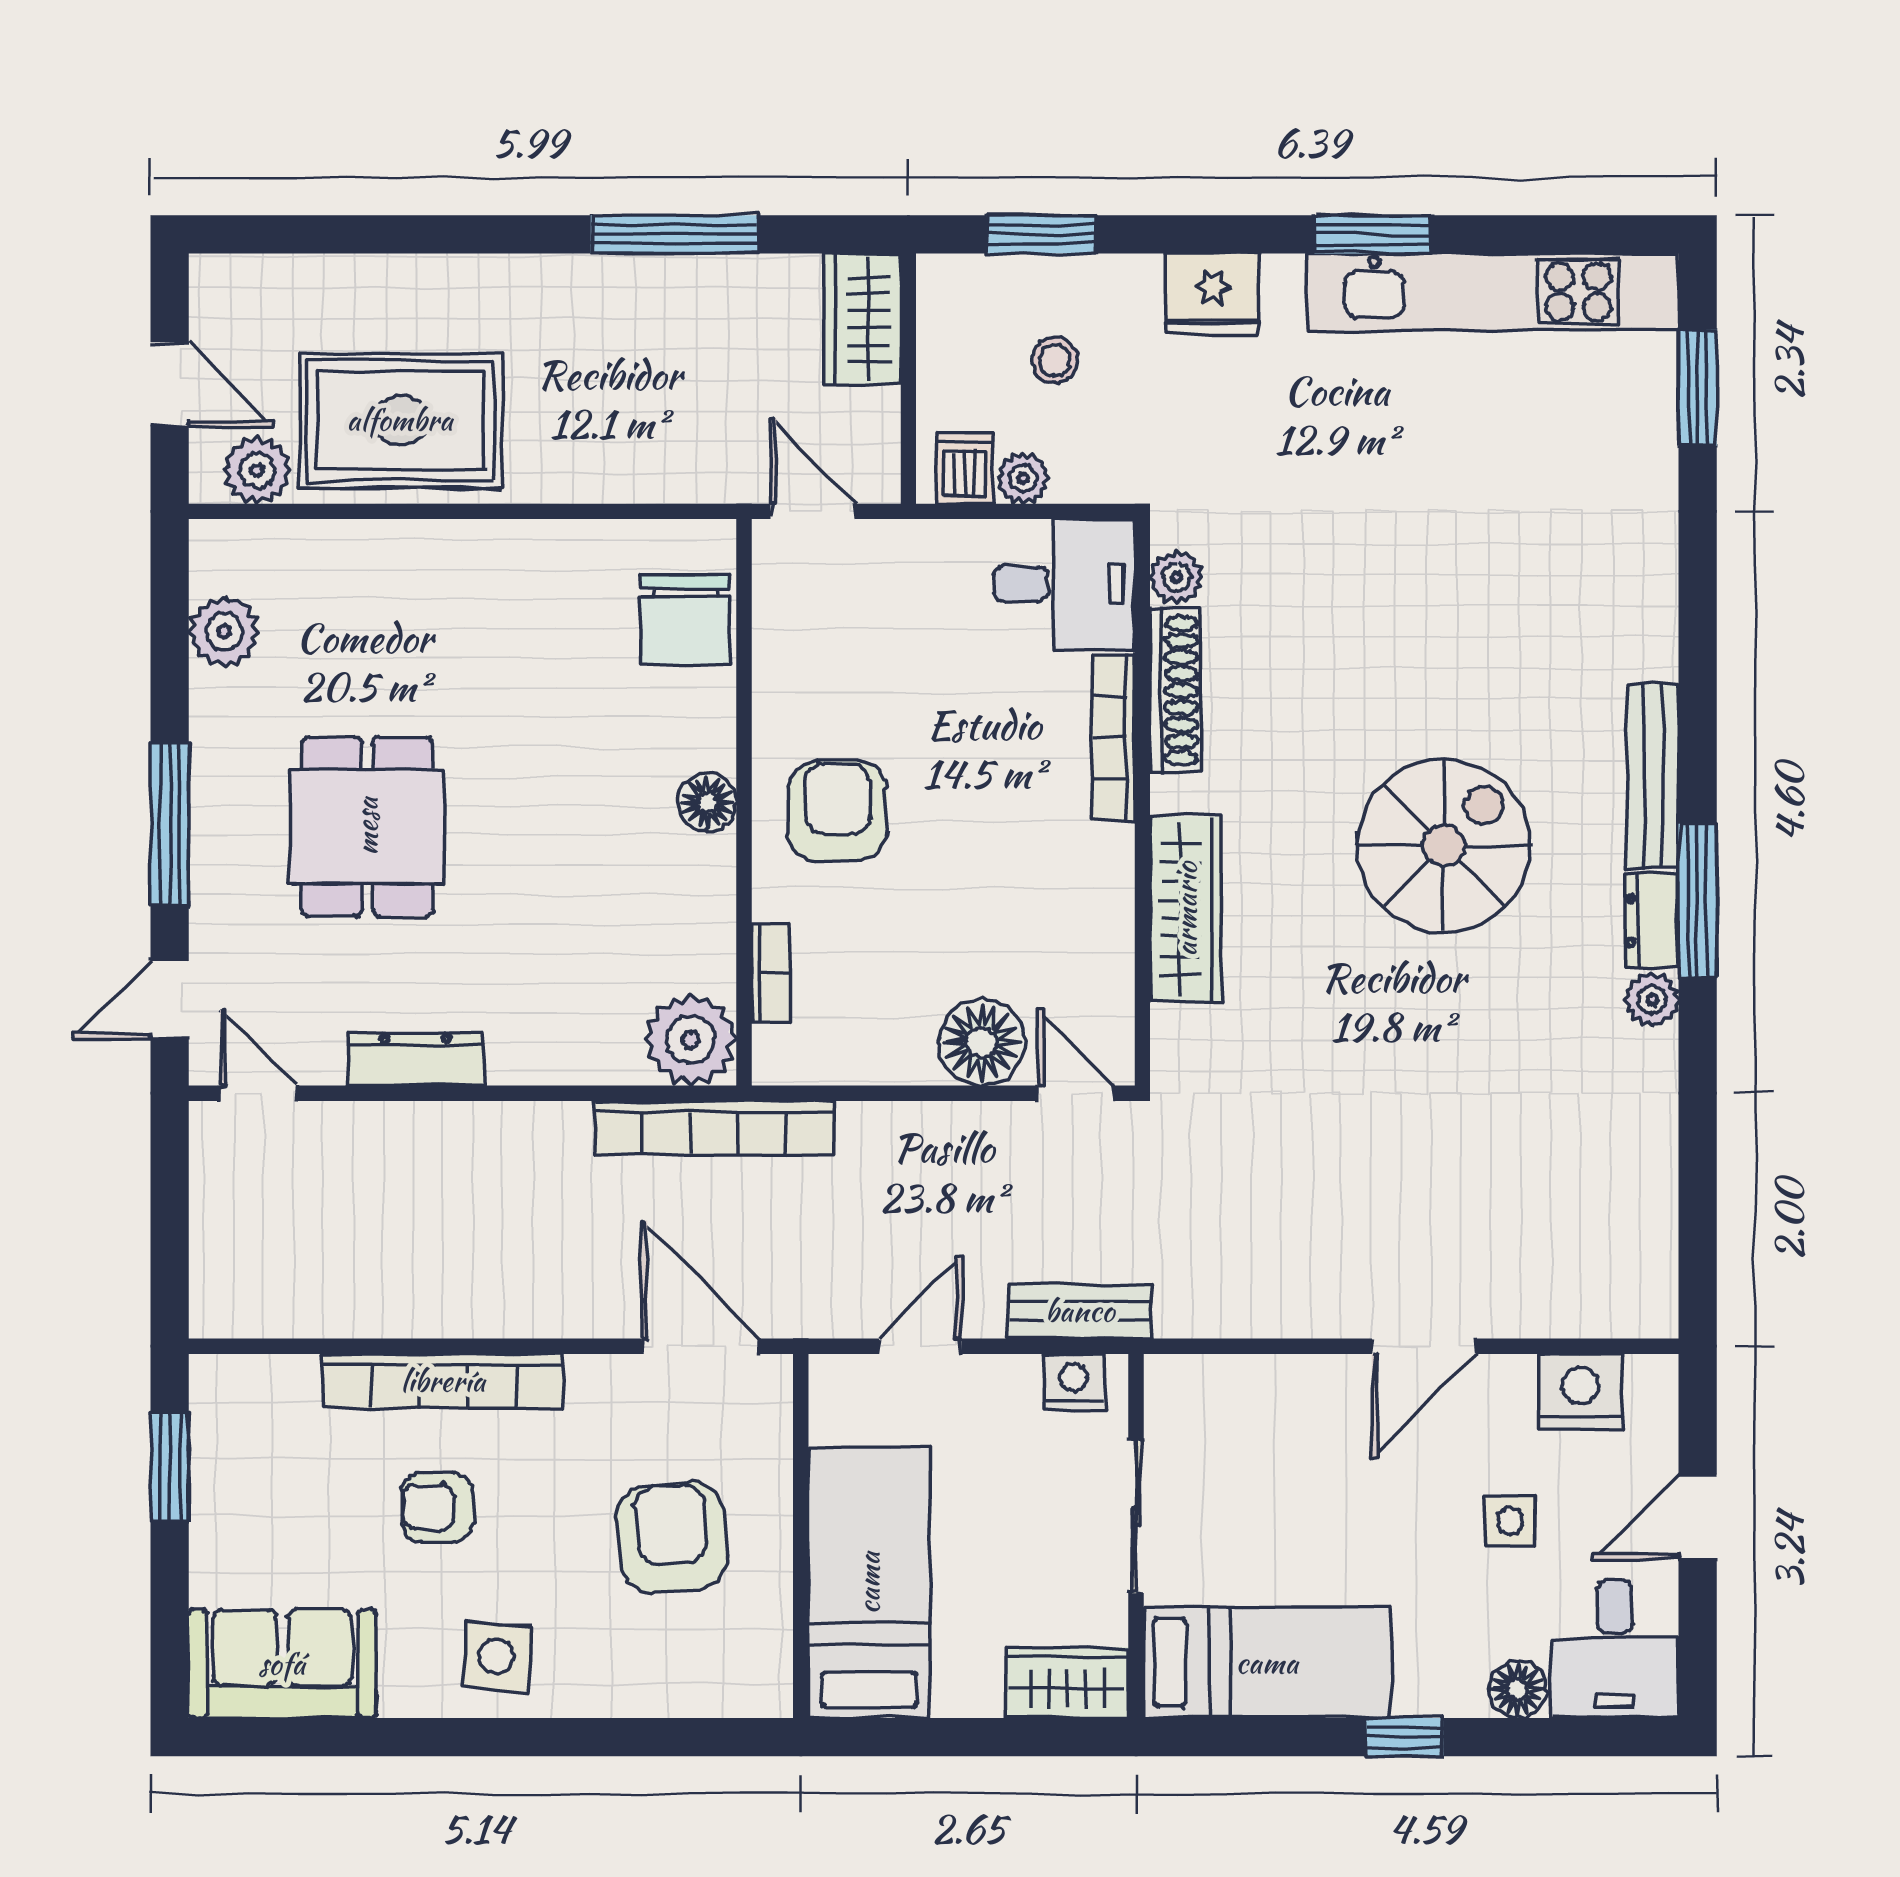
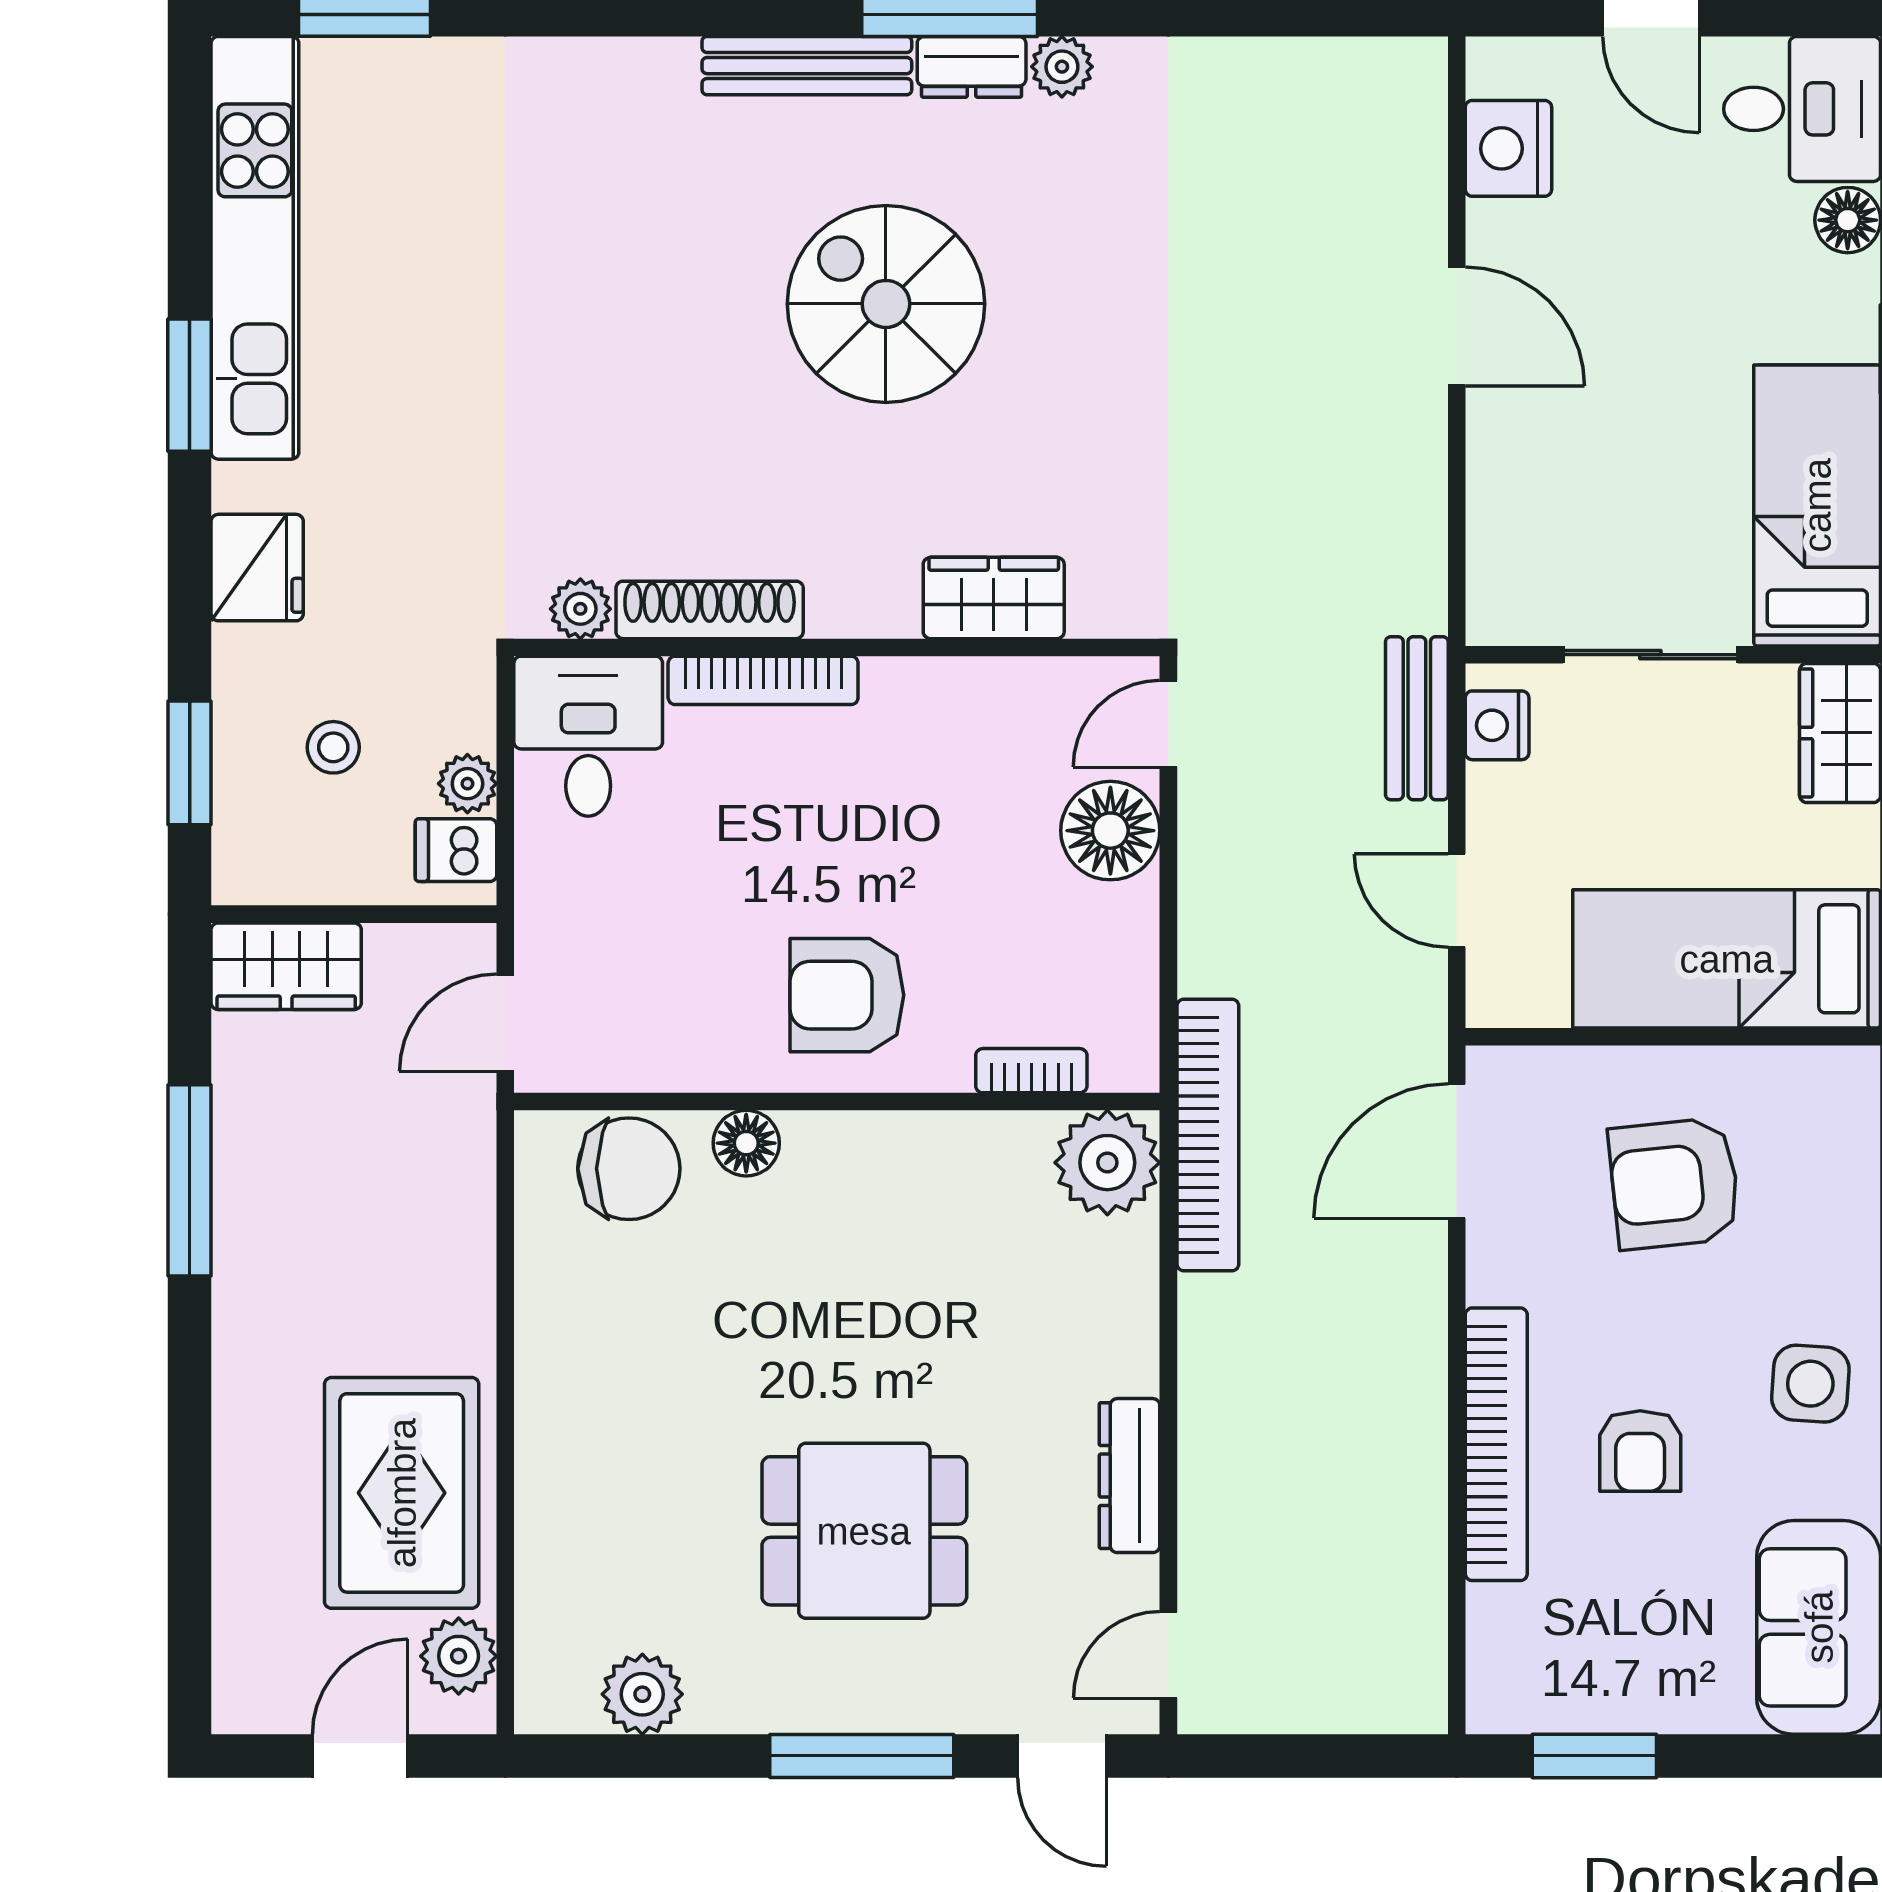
floor lamp: (707, 802) -> (746, 1143), moved
wardrobe: (1186, 909) -> (994, 598), width x0.67
side table: (1510, 1521) -> (1656, 228), removed

